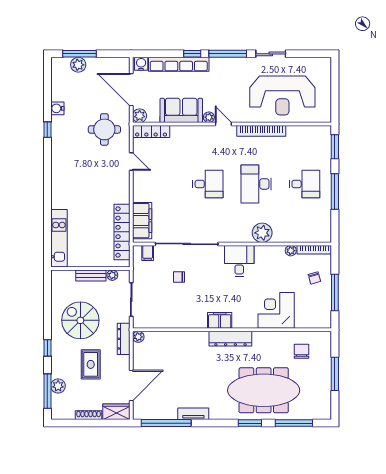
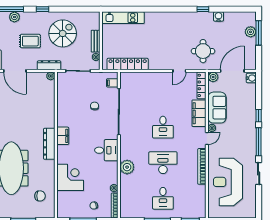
row of seats: (179, 64) -> (251, 106), removed
filing cabinet: (142, 221) -> (199, 113), moved, turned 90

